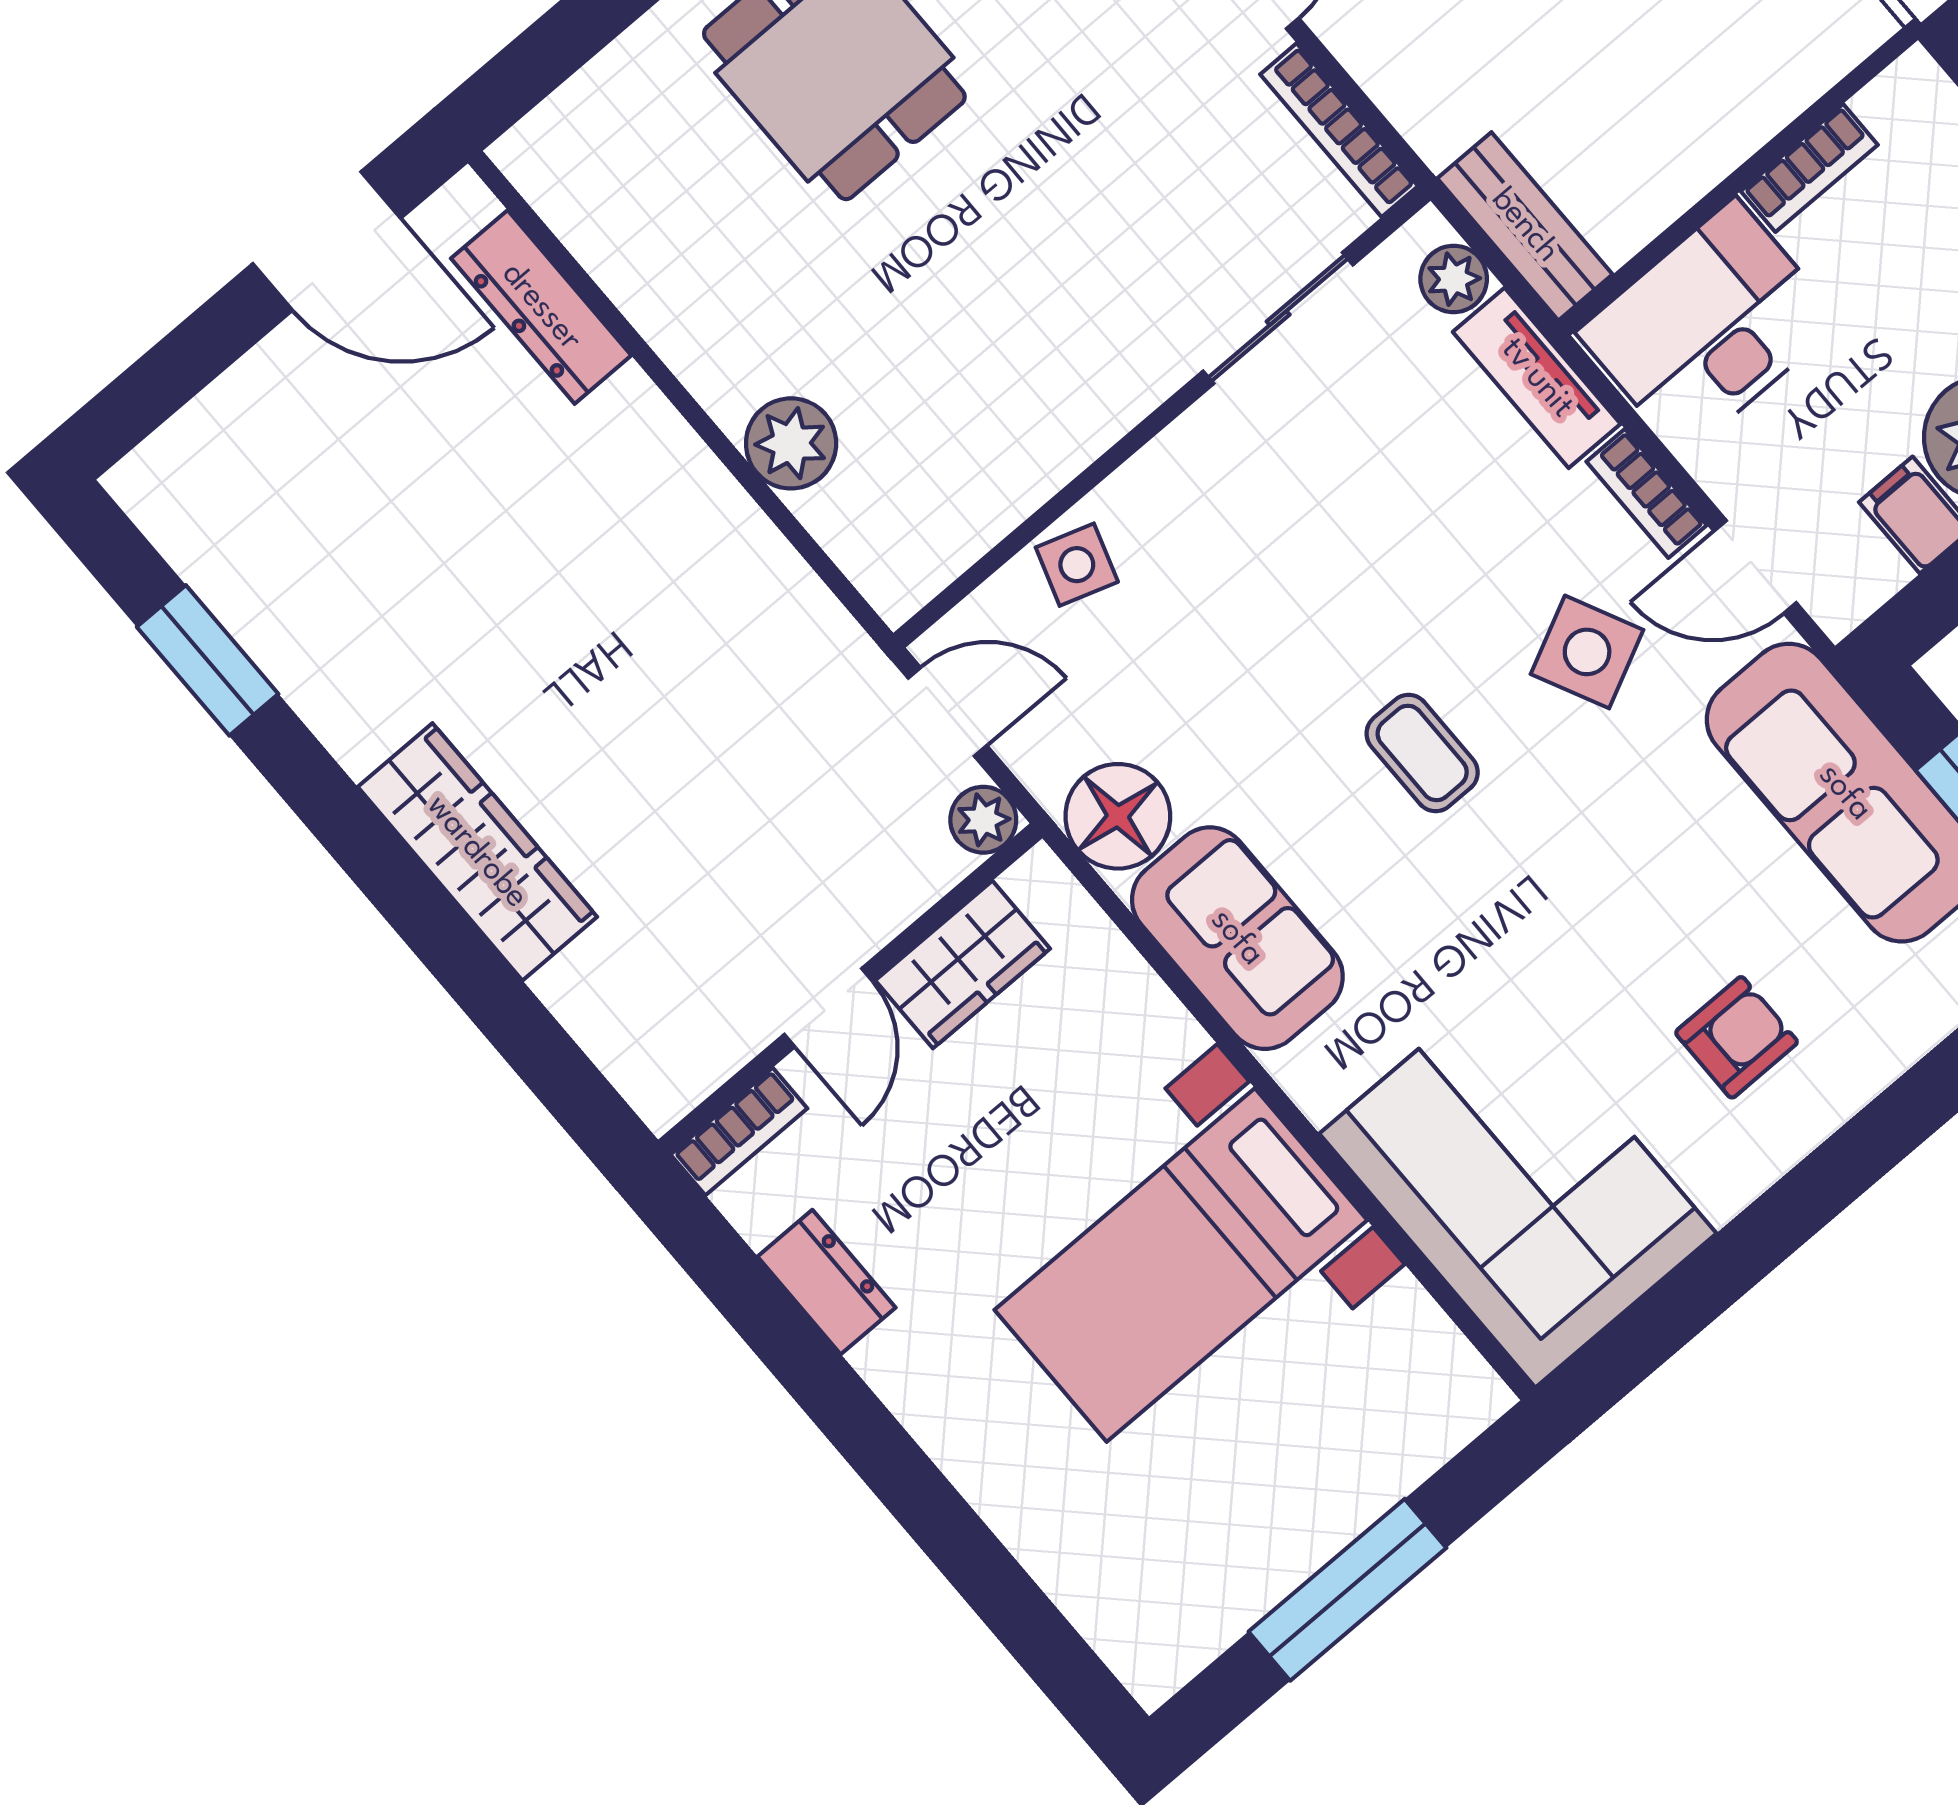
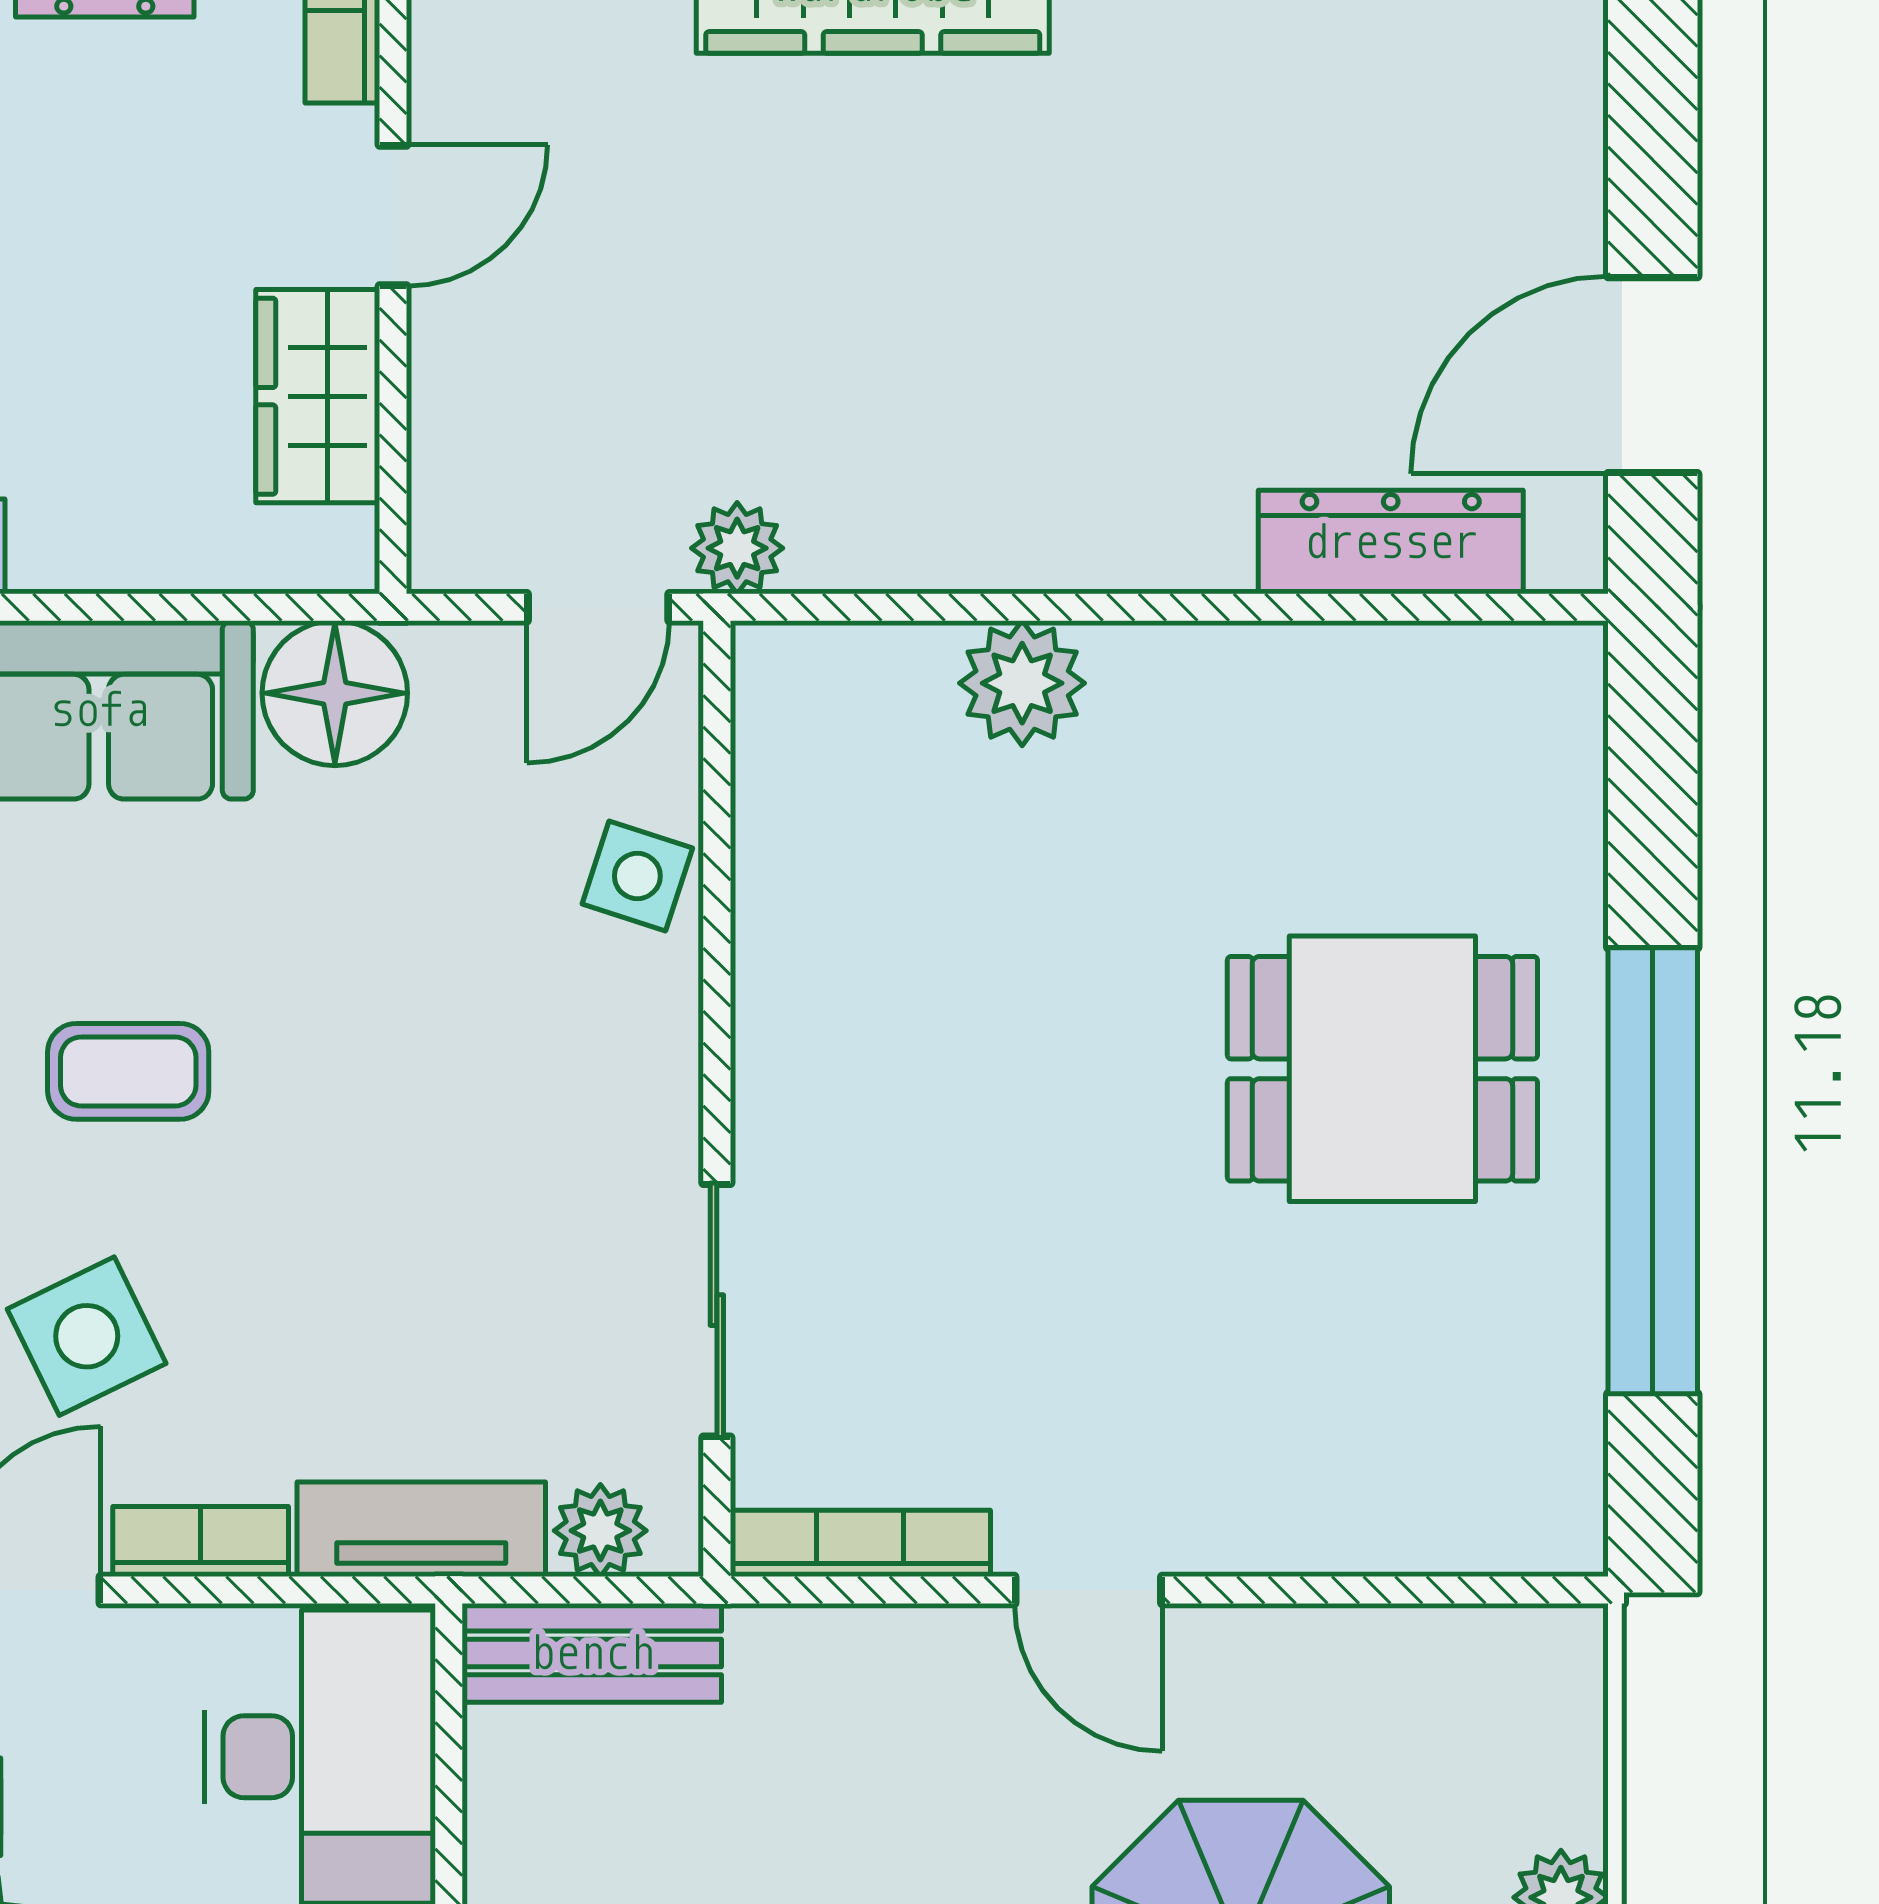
plant: (983, 820) -> (737, 548), moved
door: (828, 1008) -> (393, 216), swing flipped

